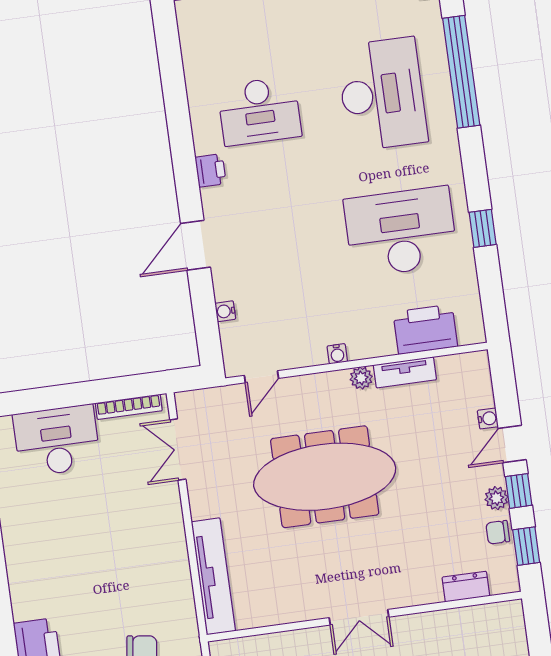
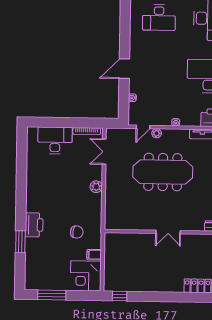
printer: (210, 170) -> (135, 39), removed
plant: (361, 378) -> (157, 133), moved
plant: (172, 536) -> (96, 187), added
tv unit: (213, 576) -> (111, 206), removed

